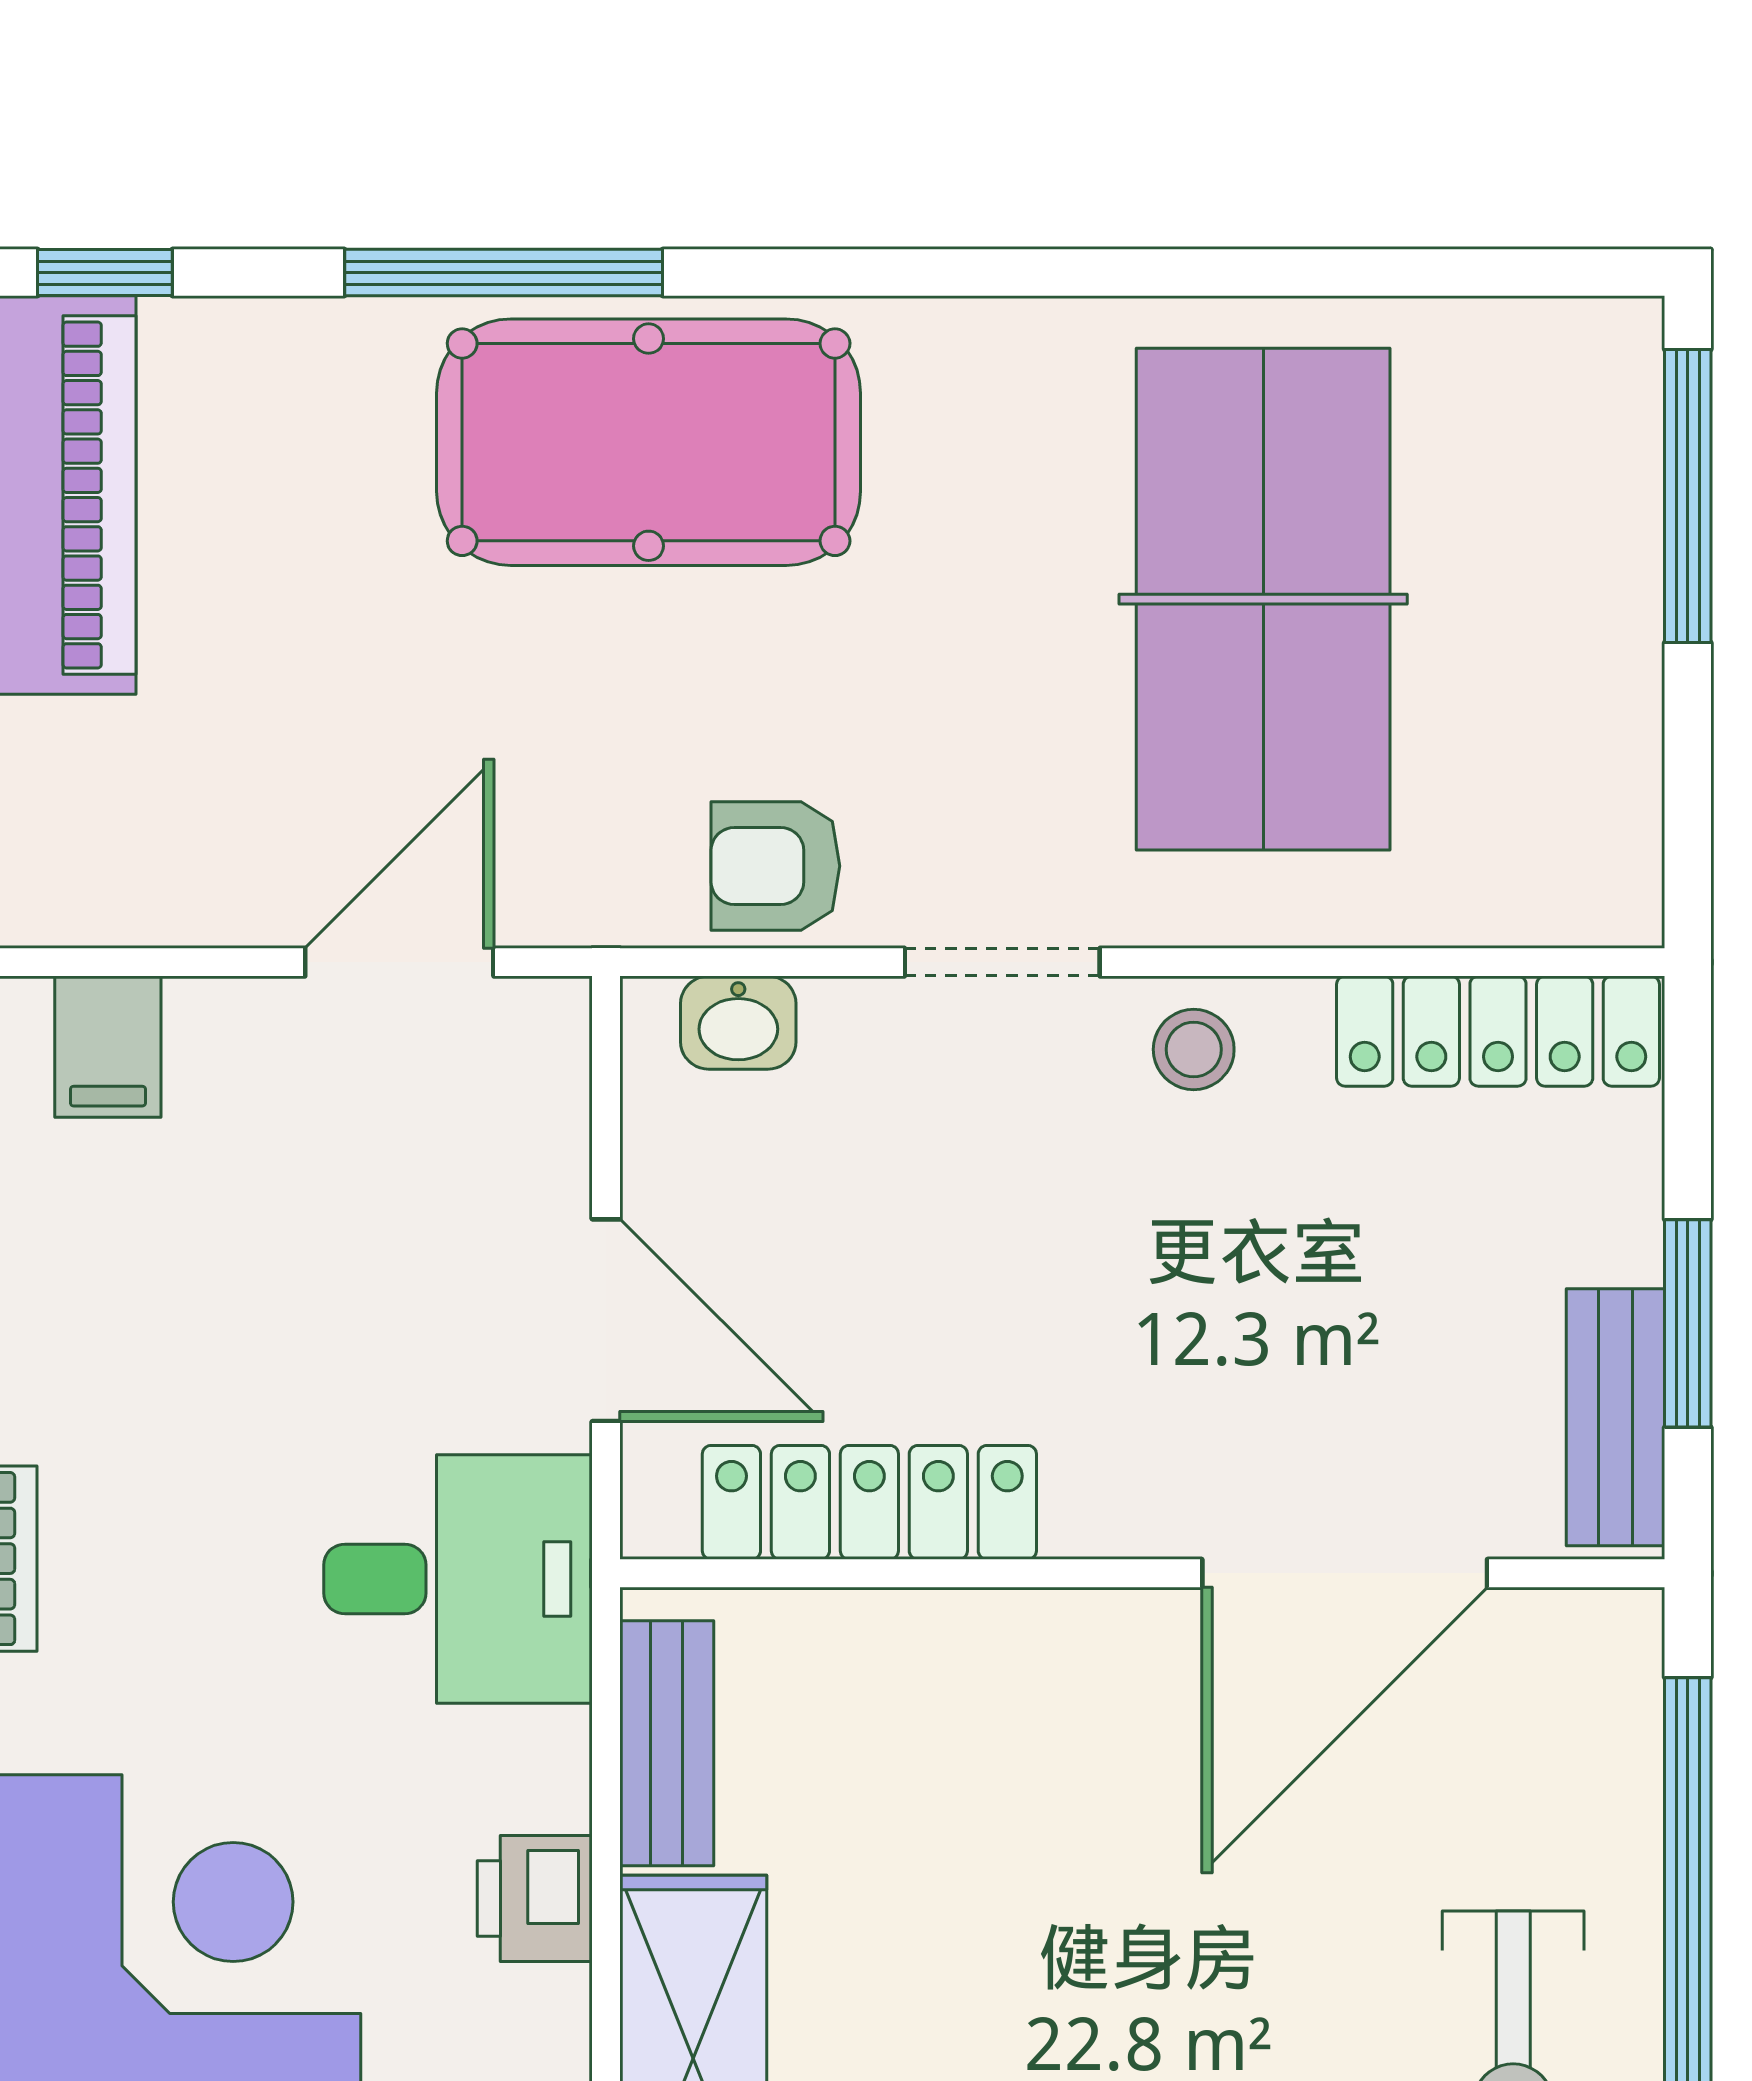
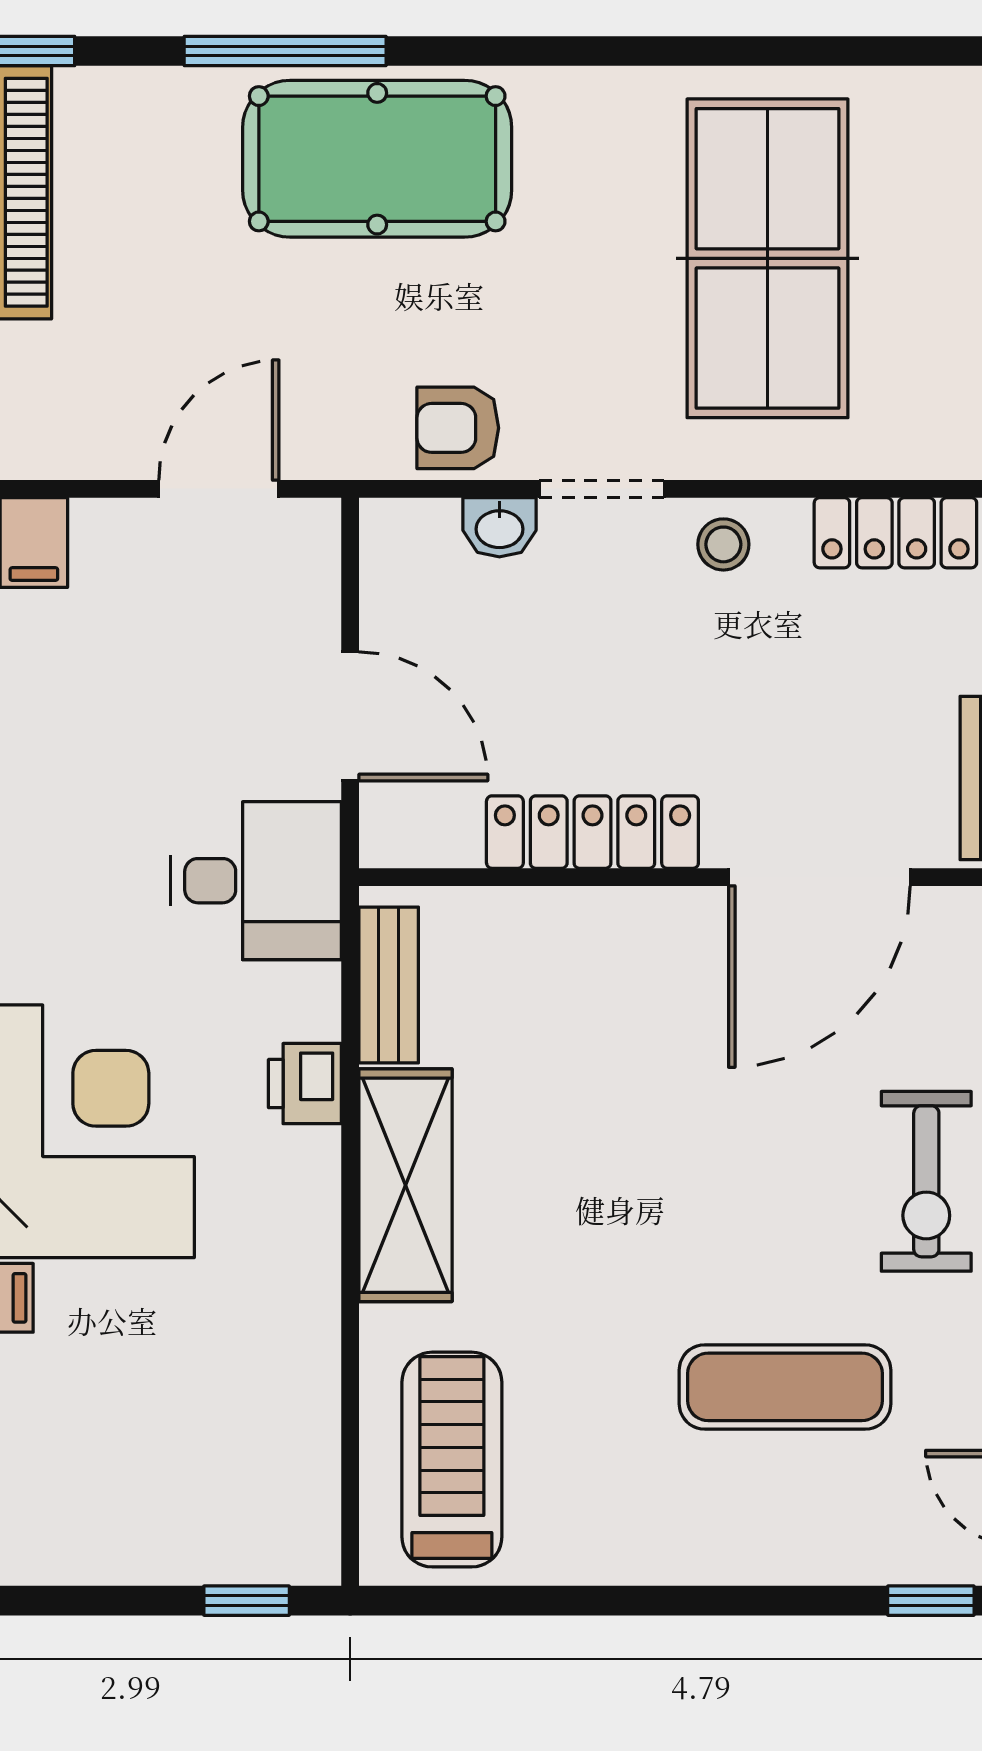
washbasin: (738, 1023) -> (499, 527), moved
locker: (869, 1502) -> (592, 832), moved

